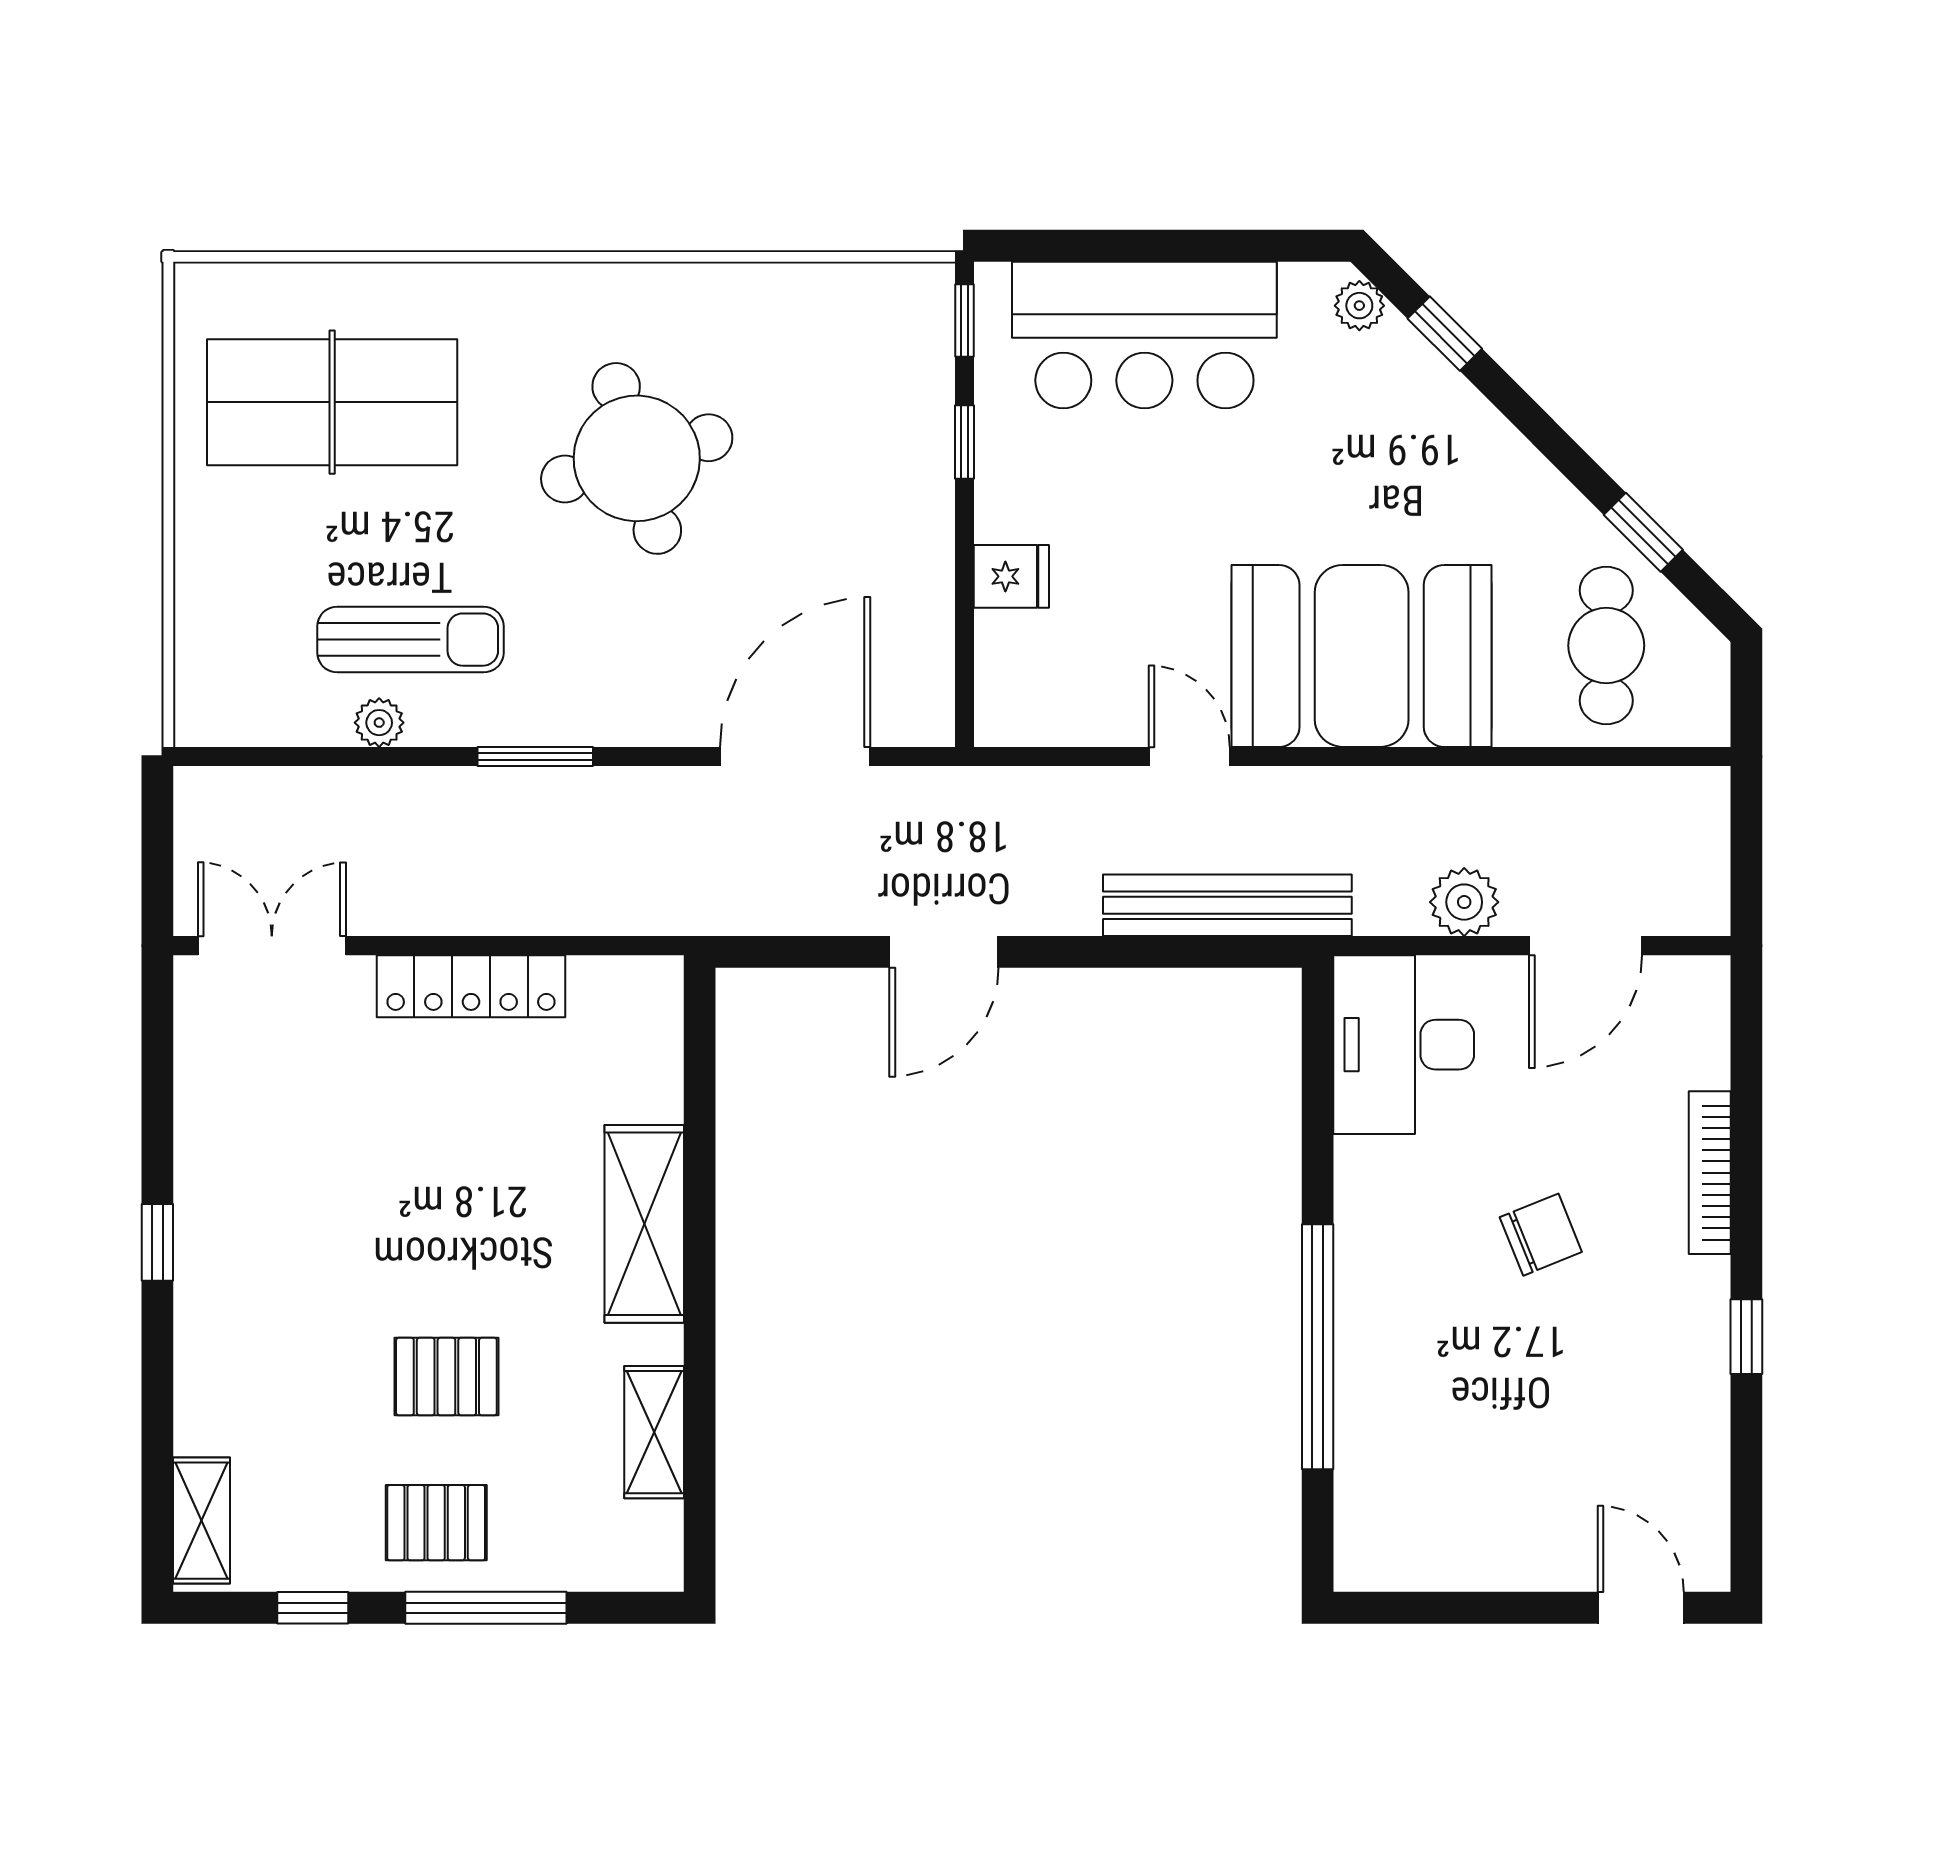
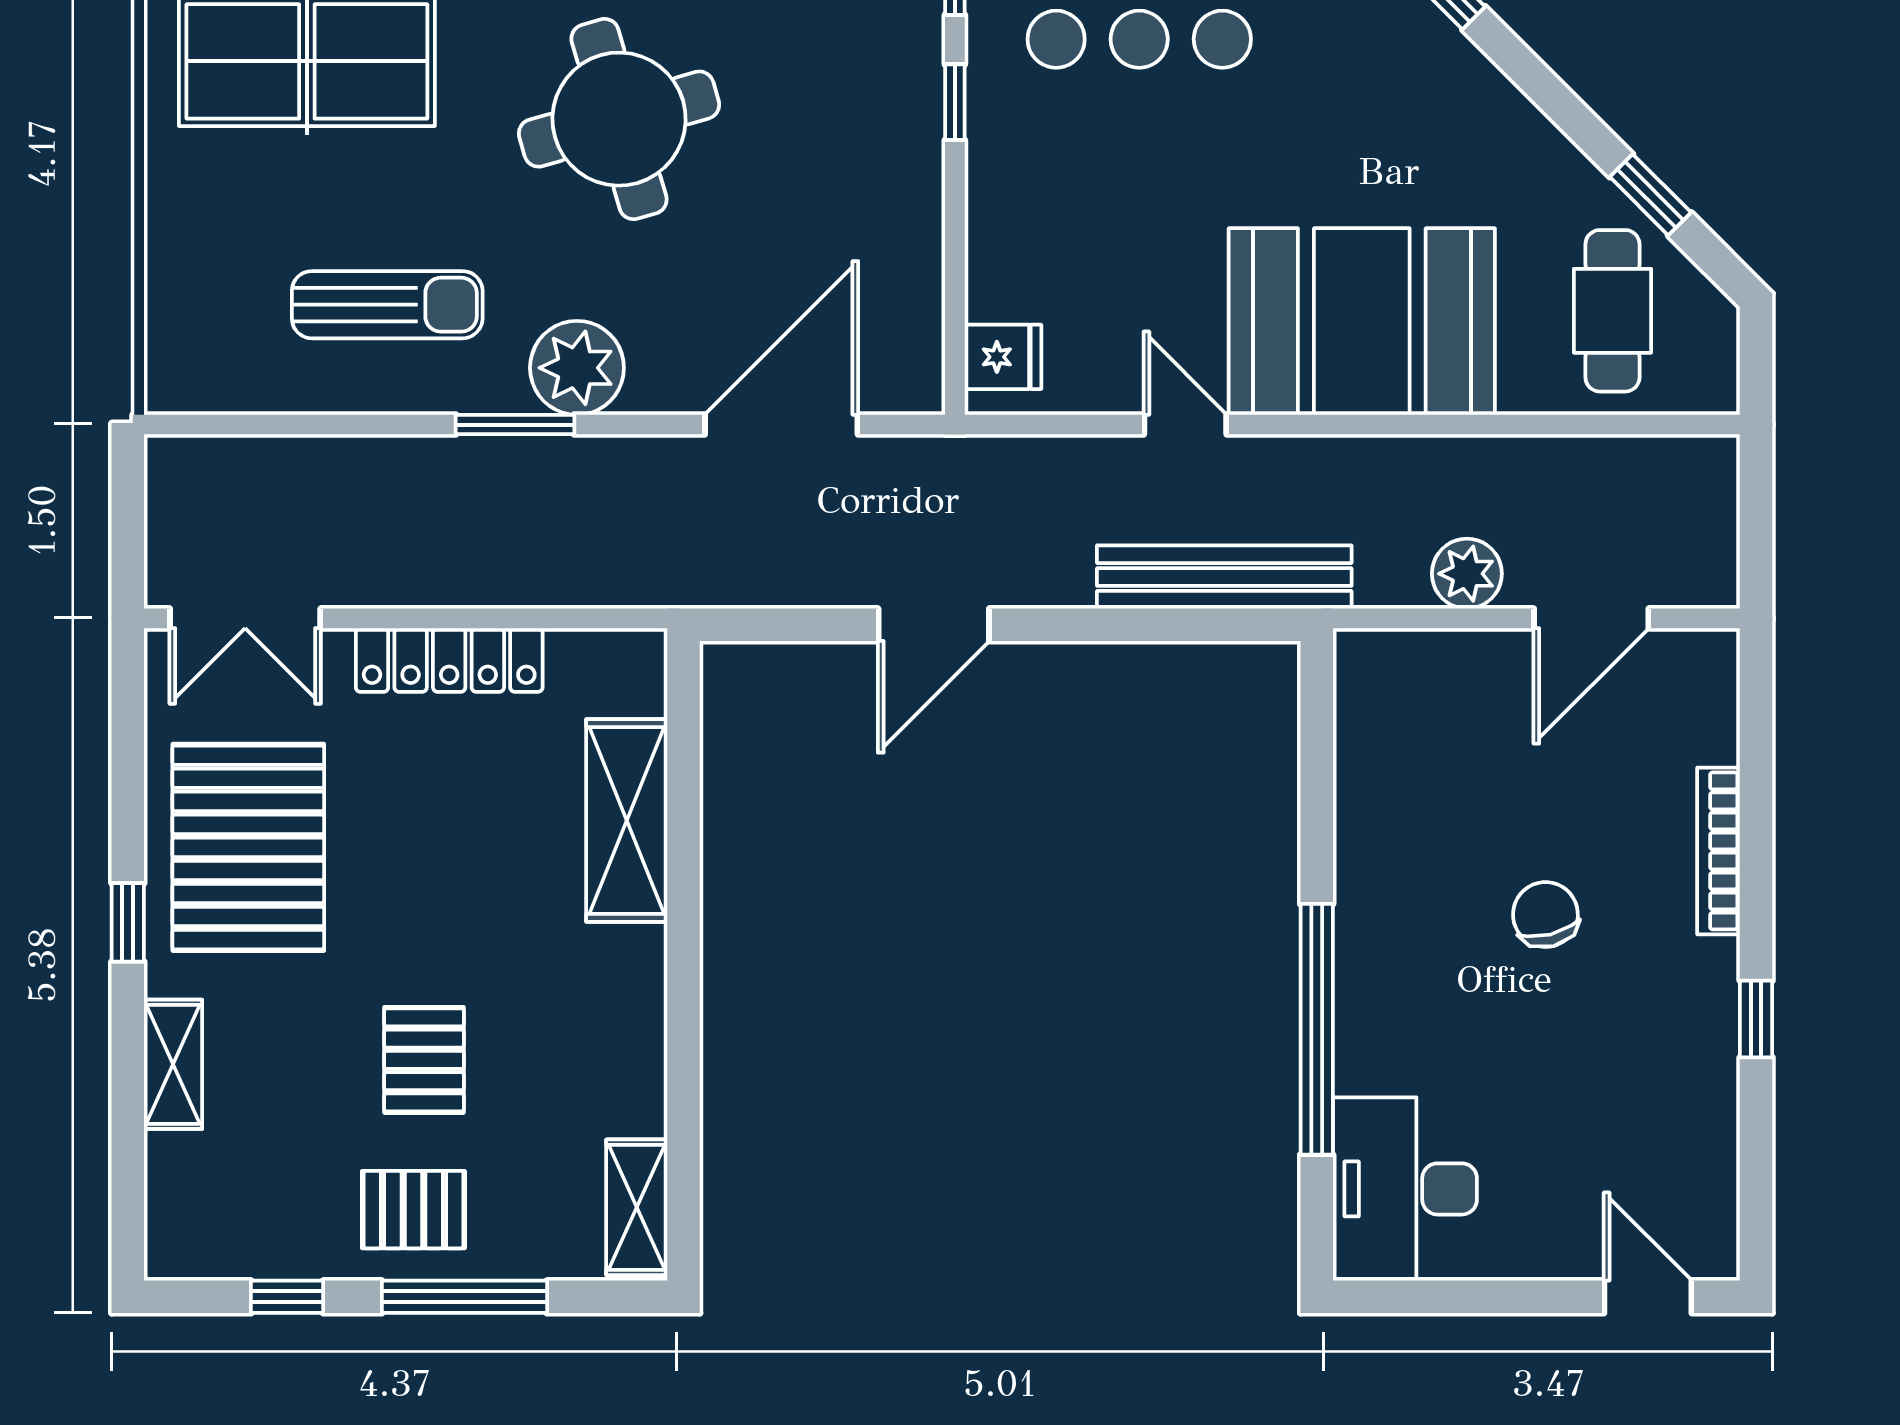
fridge: (1011, 576) -> (1003, 357), moved
plant: (379, 723) -> (577, 368), moved, width x1.88, depth x1.88
double door: (272, 946) -> (245, 618), swing flipped
desk: (1404, 1045) -> (1405, 1189), moved
pallet: (275, 1169) -> (248, 847), added
shelving: (644, 1224) -> (627, 821), moved
chair: (1541, 1235) -> (1545, 915), turned -82
pallet: (446, 1377) -> (424, 1060), turned 90
shelving: (654, 1432) -> (637, 1207), moved
shelving: (202, 1521) -> (173, 1064), moved

